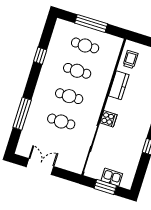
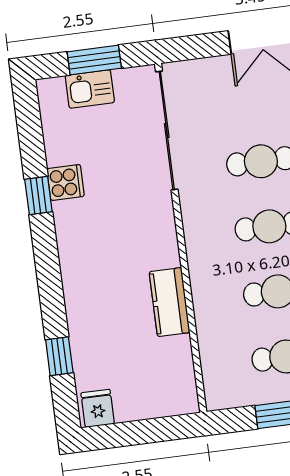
trolley: (130, 59) -> (170, 372), removed
cooker: (108, 119) -> (66, 182), moved, turned 180

